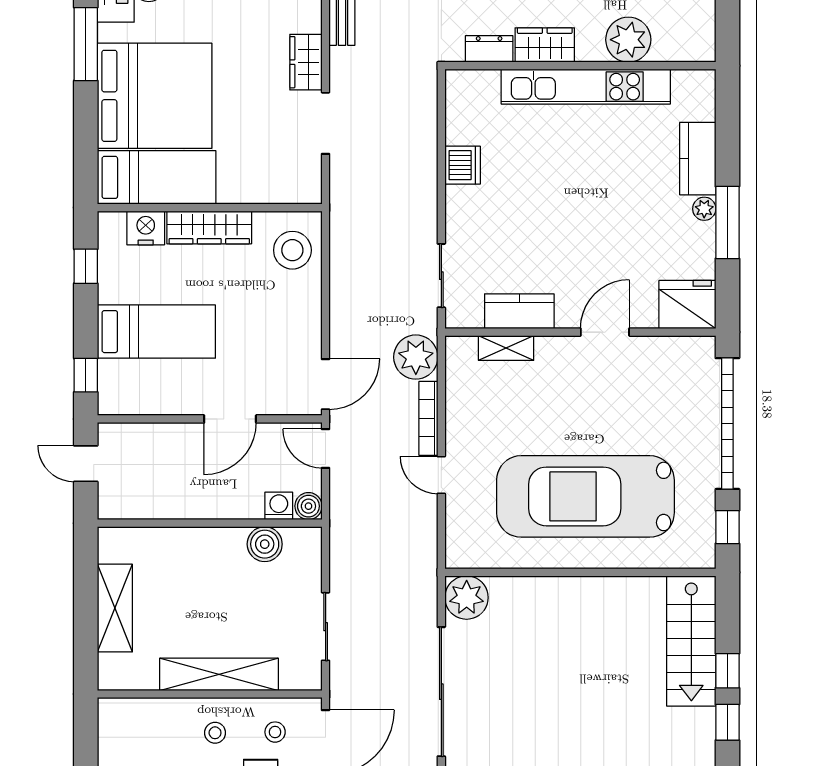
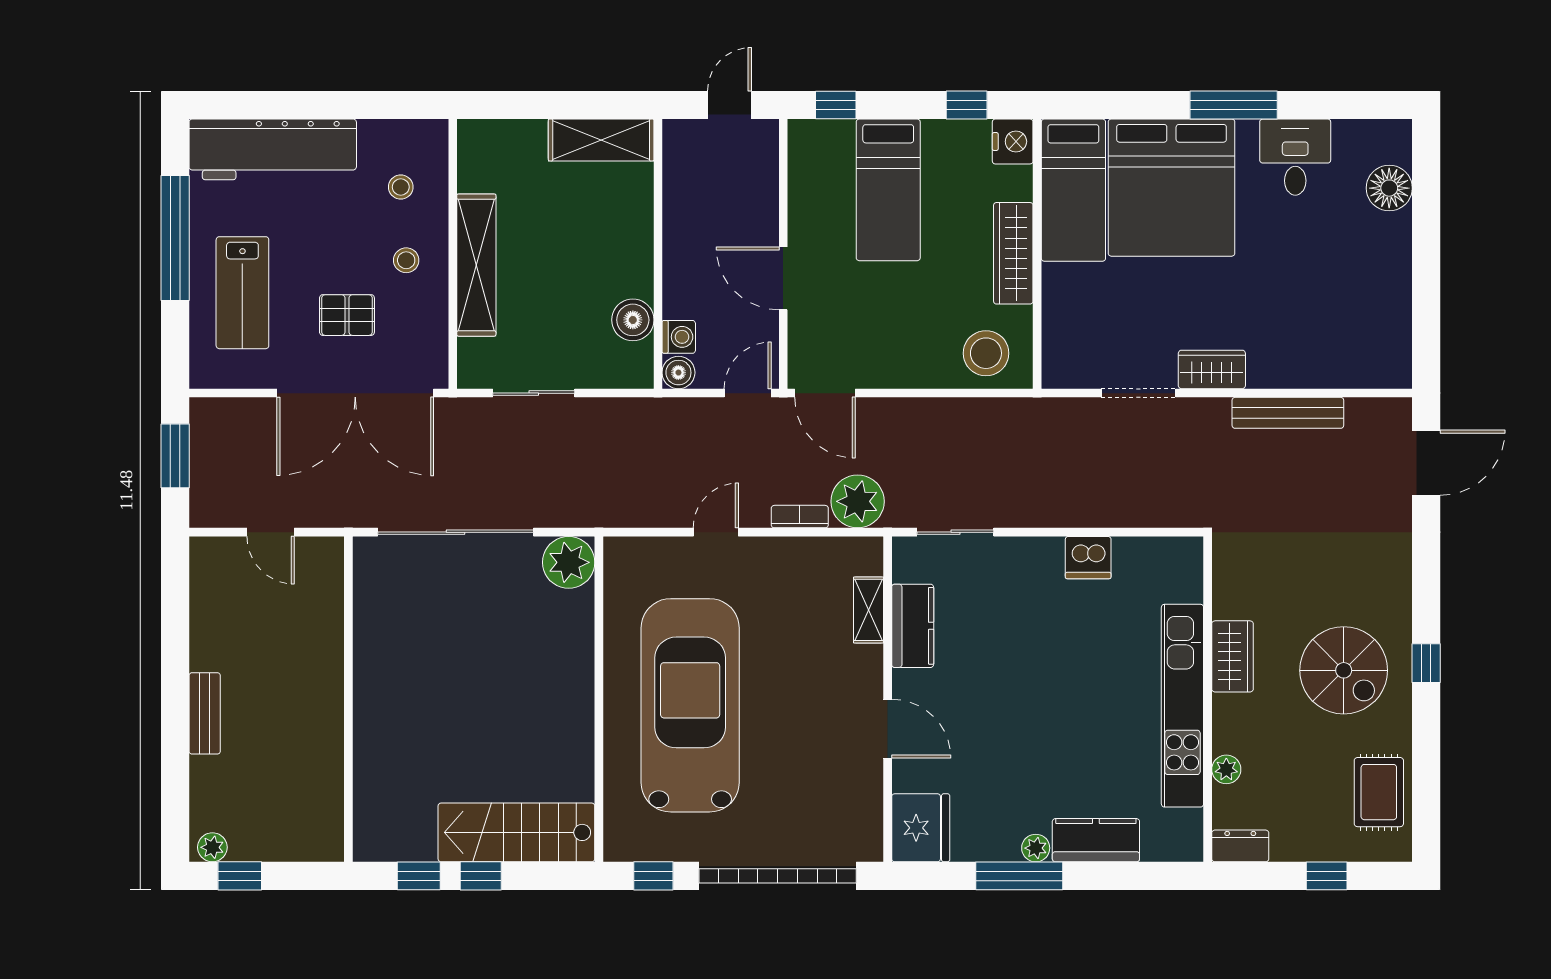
plant: (628, 40) -> (1226, 769), width x0.53, depth x0.53
dresser: (489, 49) -> (1240, 846), moved, turned -90
nightstand: (146, 228) -> (1013, 142), moved
bookcase: (428, 418) -> (800, 517), width x0.64
shelving: (115, 608) -> (601, 140), moved
stool: (275, 732) -> (401, 187), moved

